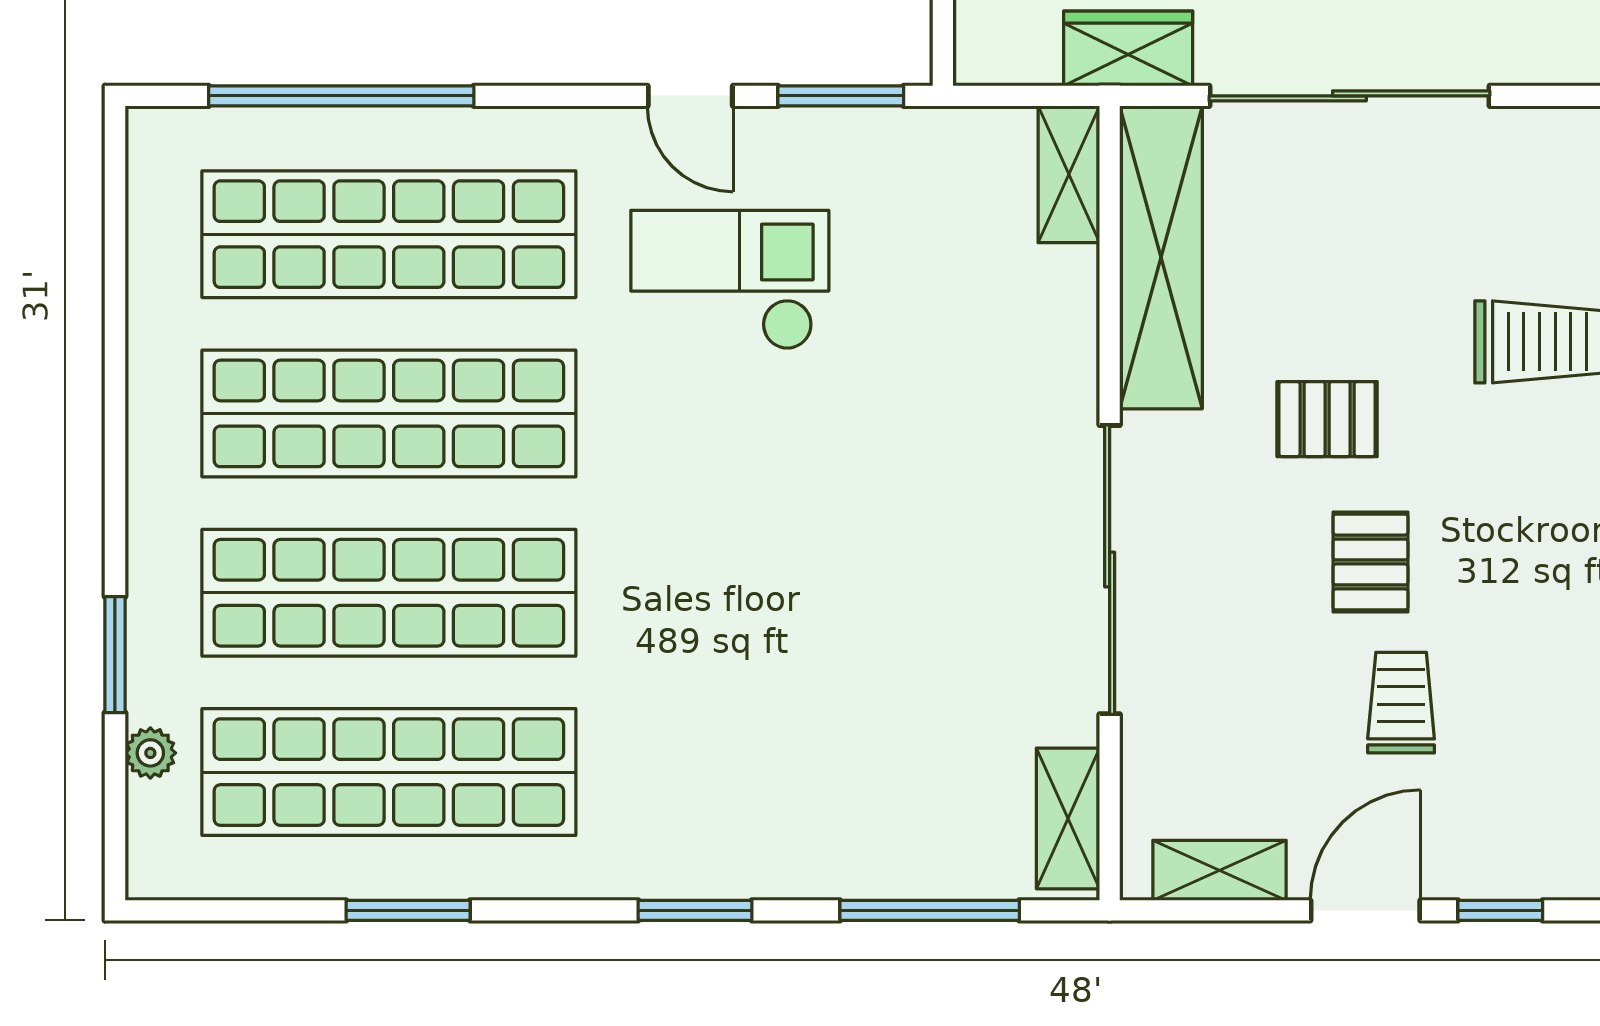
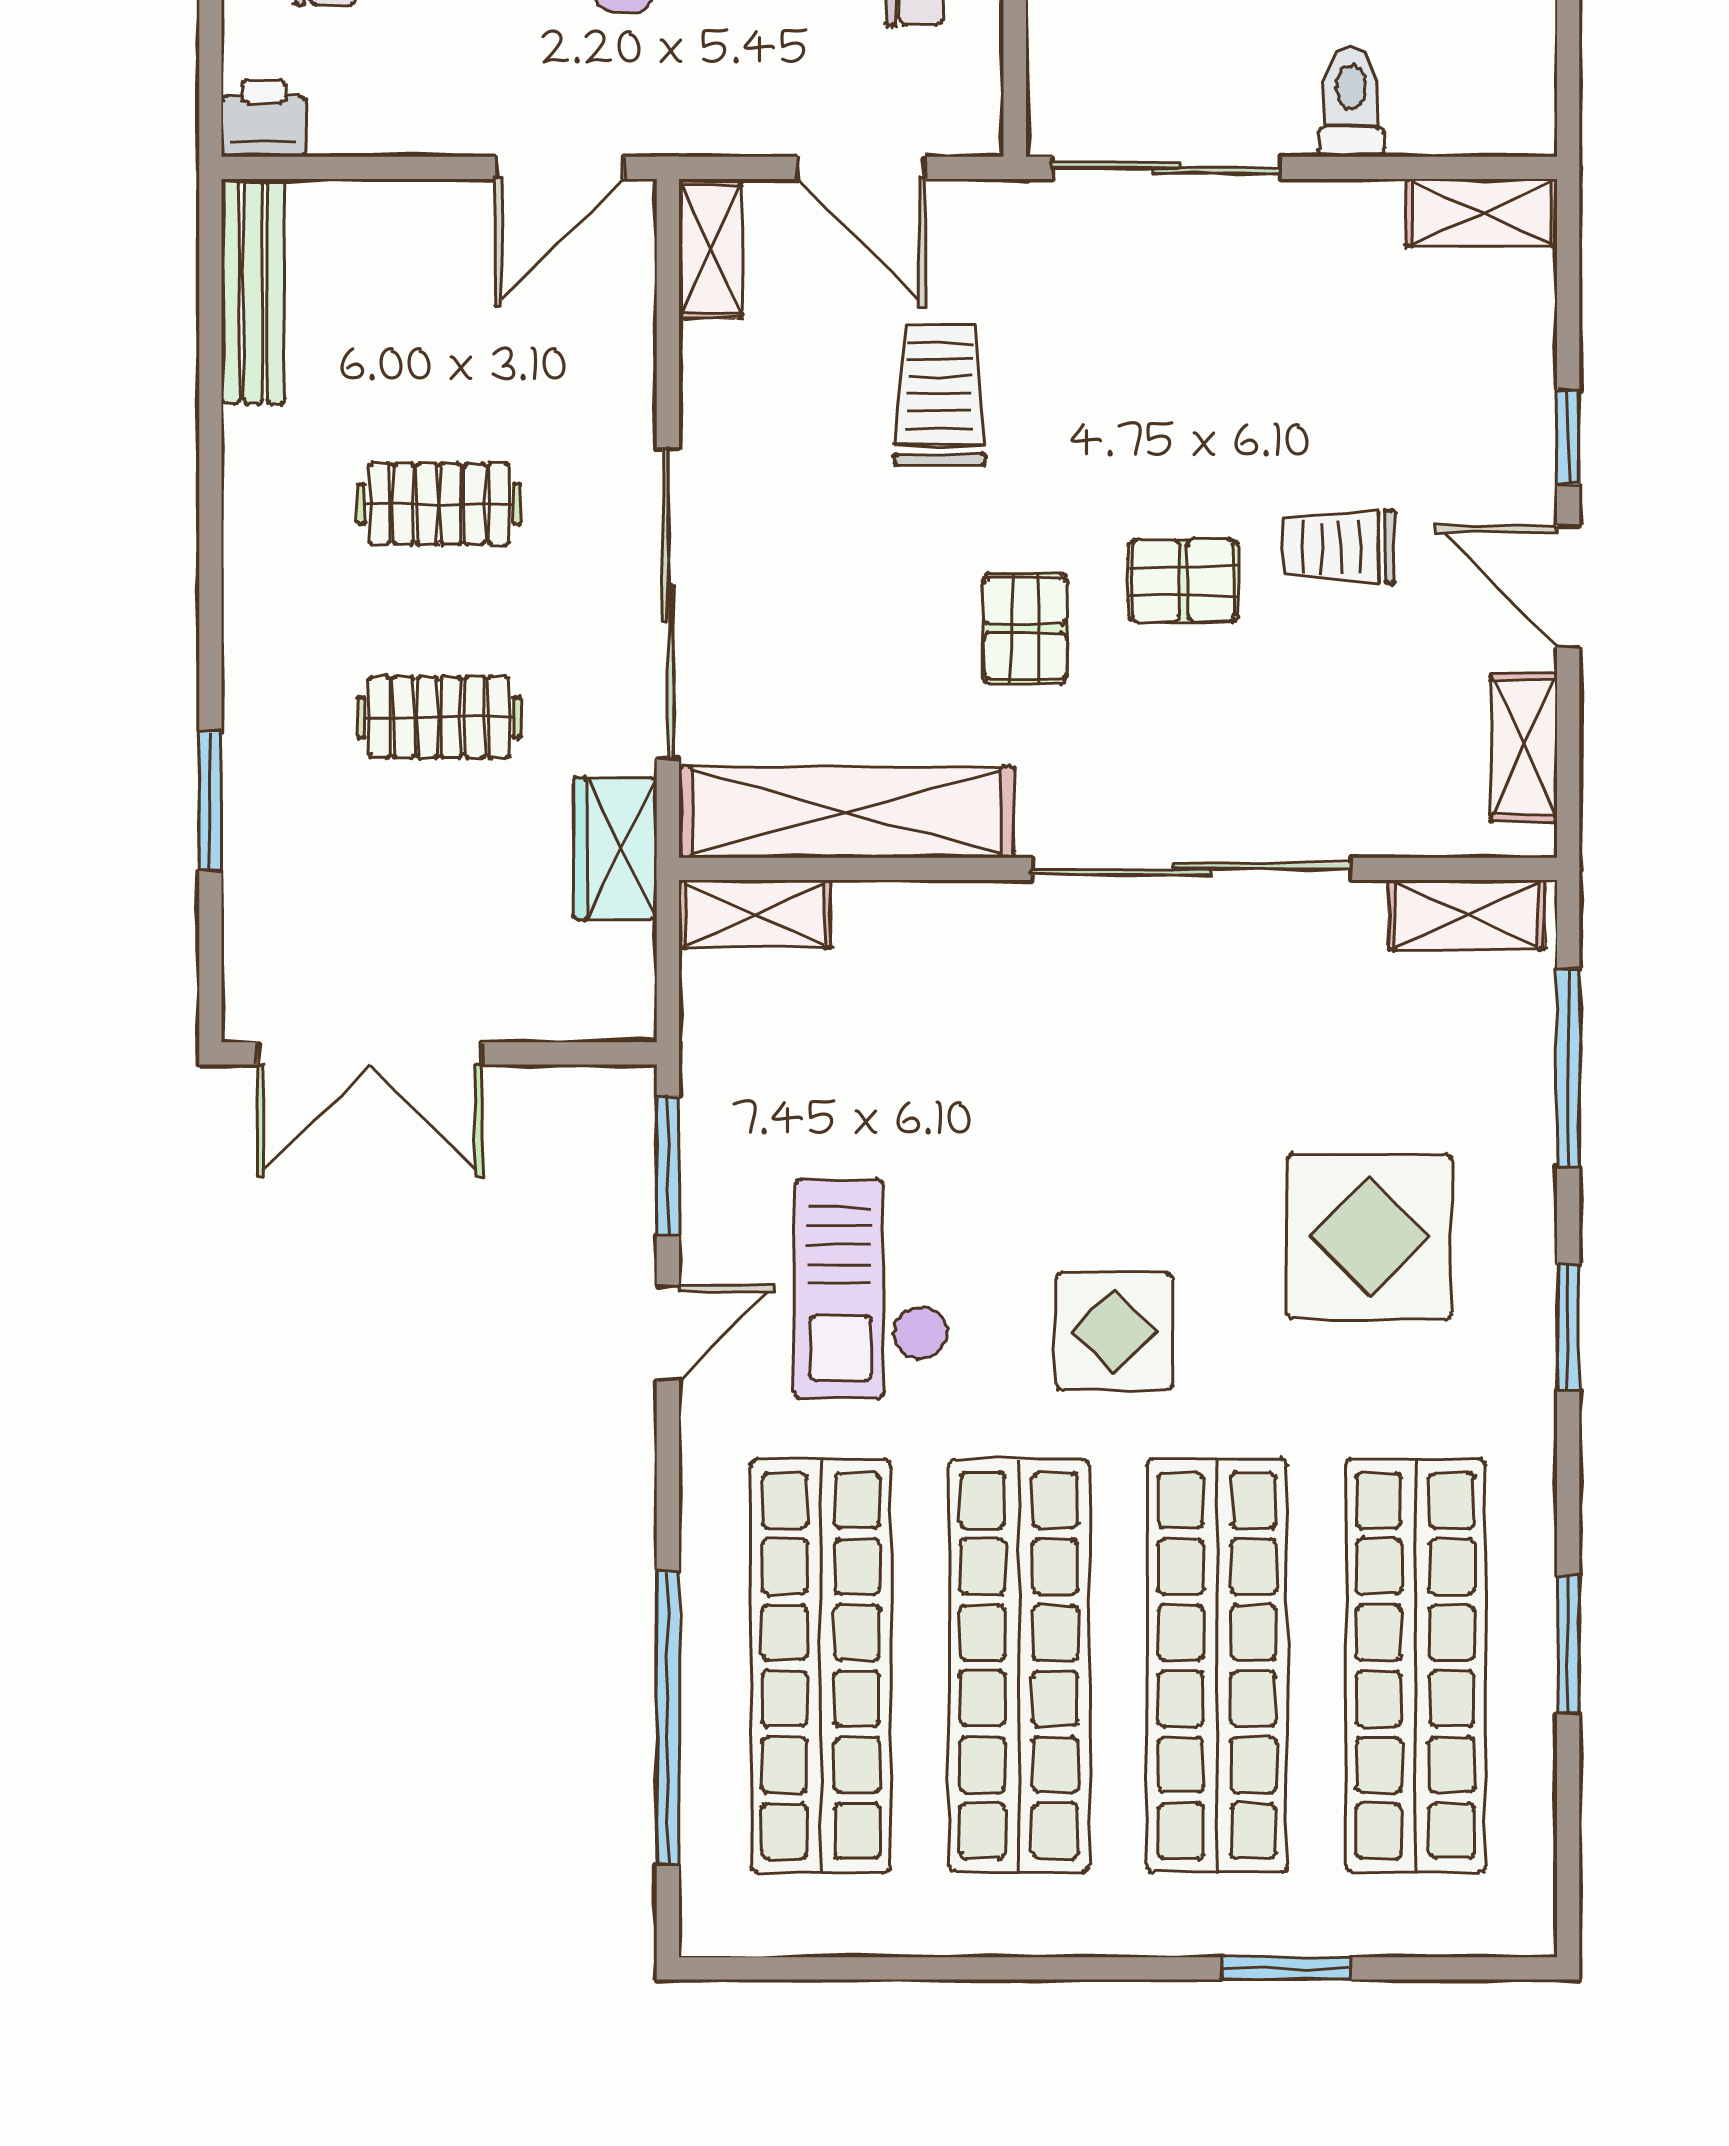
display table: (691, 500) -> (1114, 1331), added
display table: (777, 730) -> (1369, 1237), added
plant: (150, 753) -> (1394, 1929), removed

